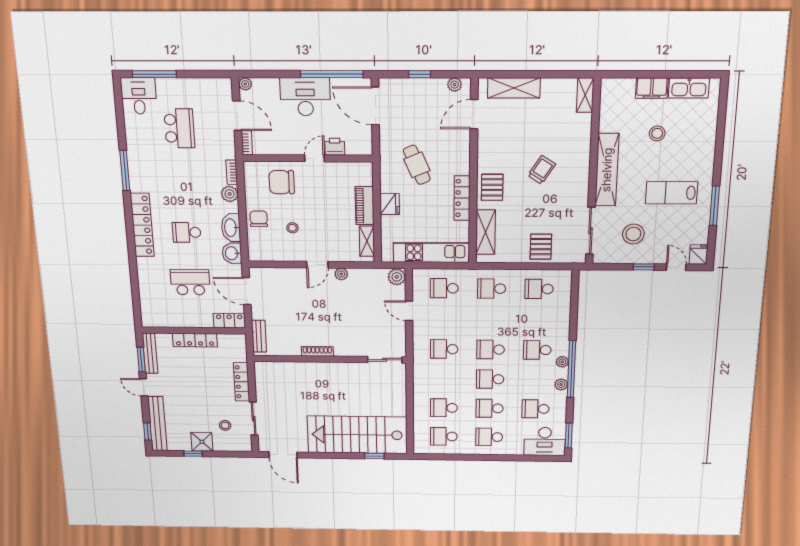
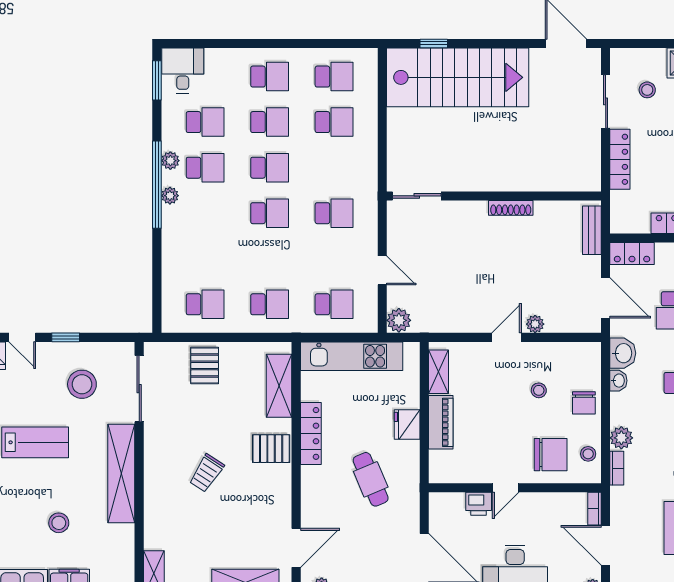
stool: (254, 183) -> (588, 454), added
pallet: (492, 187) -> (271, 449), turned 90
washbasin: (231, 228) -> (618, 381), width x0.52, depth x0.69
plant: (341, 274) -> (535, 324), moved
school desk: (537, 350) -> (205, 168), moved
desk: (545, 441) -> (183, 70), width x0.73

